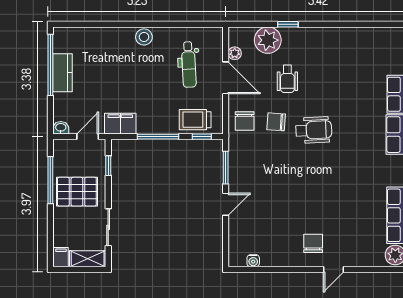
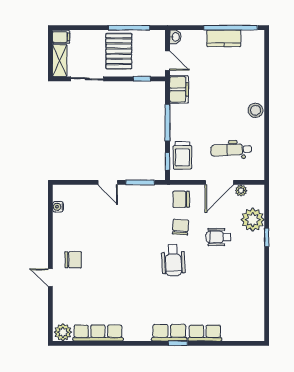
trolley: (195, 120) -> (182, 155), turned 180

